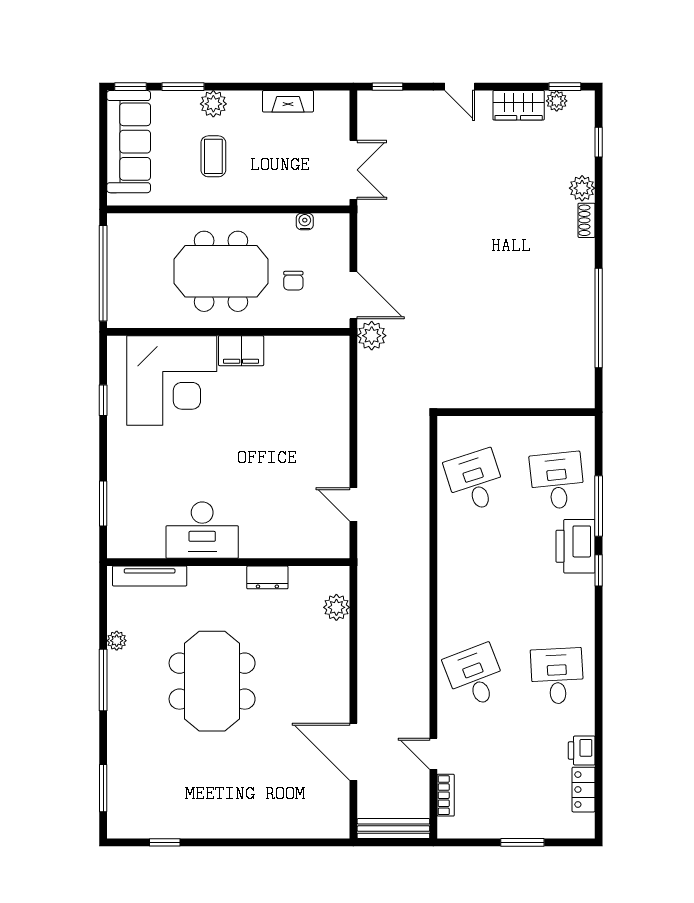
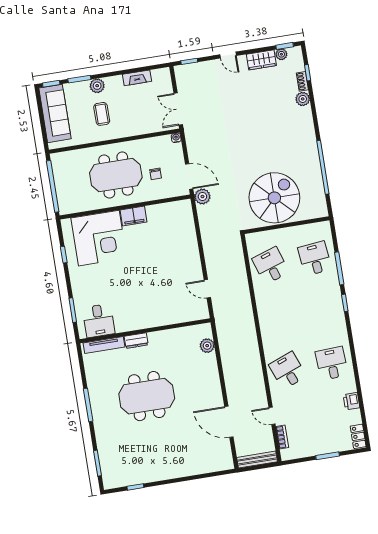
double door: (353, 170) -> (178, 109), swing flipped
shoe rack: (587, 220) -> (302, 81), moved
water cooler: (305, 221) -> (176, 138), moved
spiral stairs: (502, 359) -> (274, 198), added
desk: (202, 530) -> (99, 321), moved, width x0.73
printer: (576, 546) -> (330, 292), removed
dresser: (267, 577) -> (136, 341), moved
plant: (117, 641) -> (92, 383), removed
meeting table: (212, 681) -> (147, 396), turned 90
locker: (584, 790) -> (358, 436), moved

